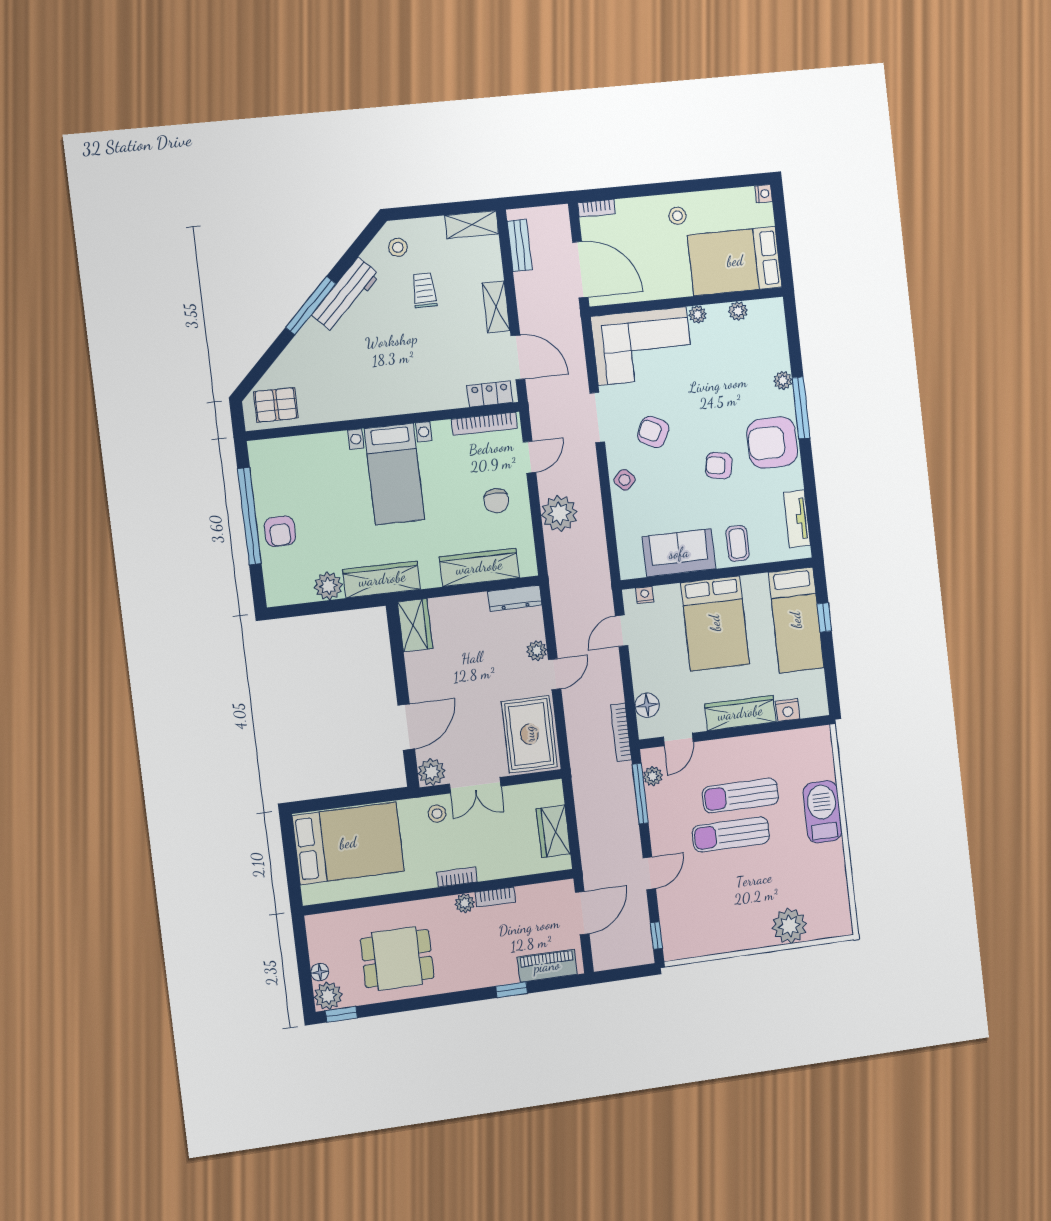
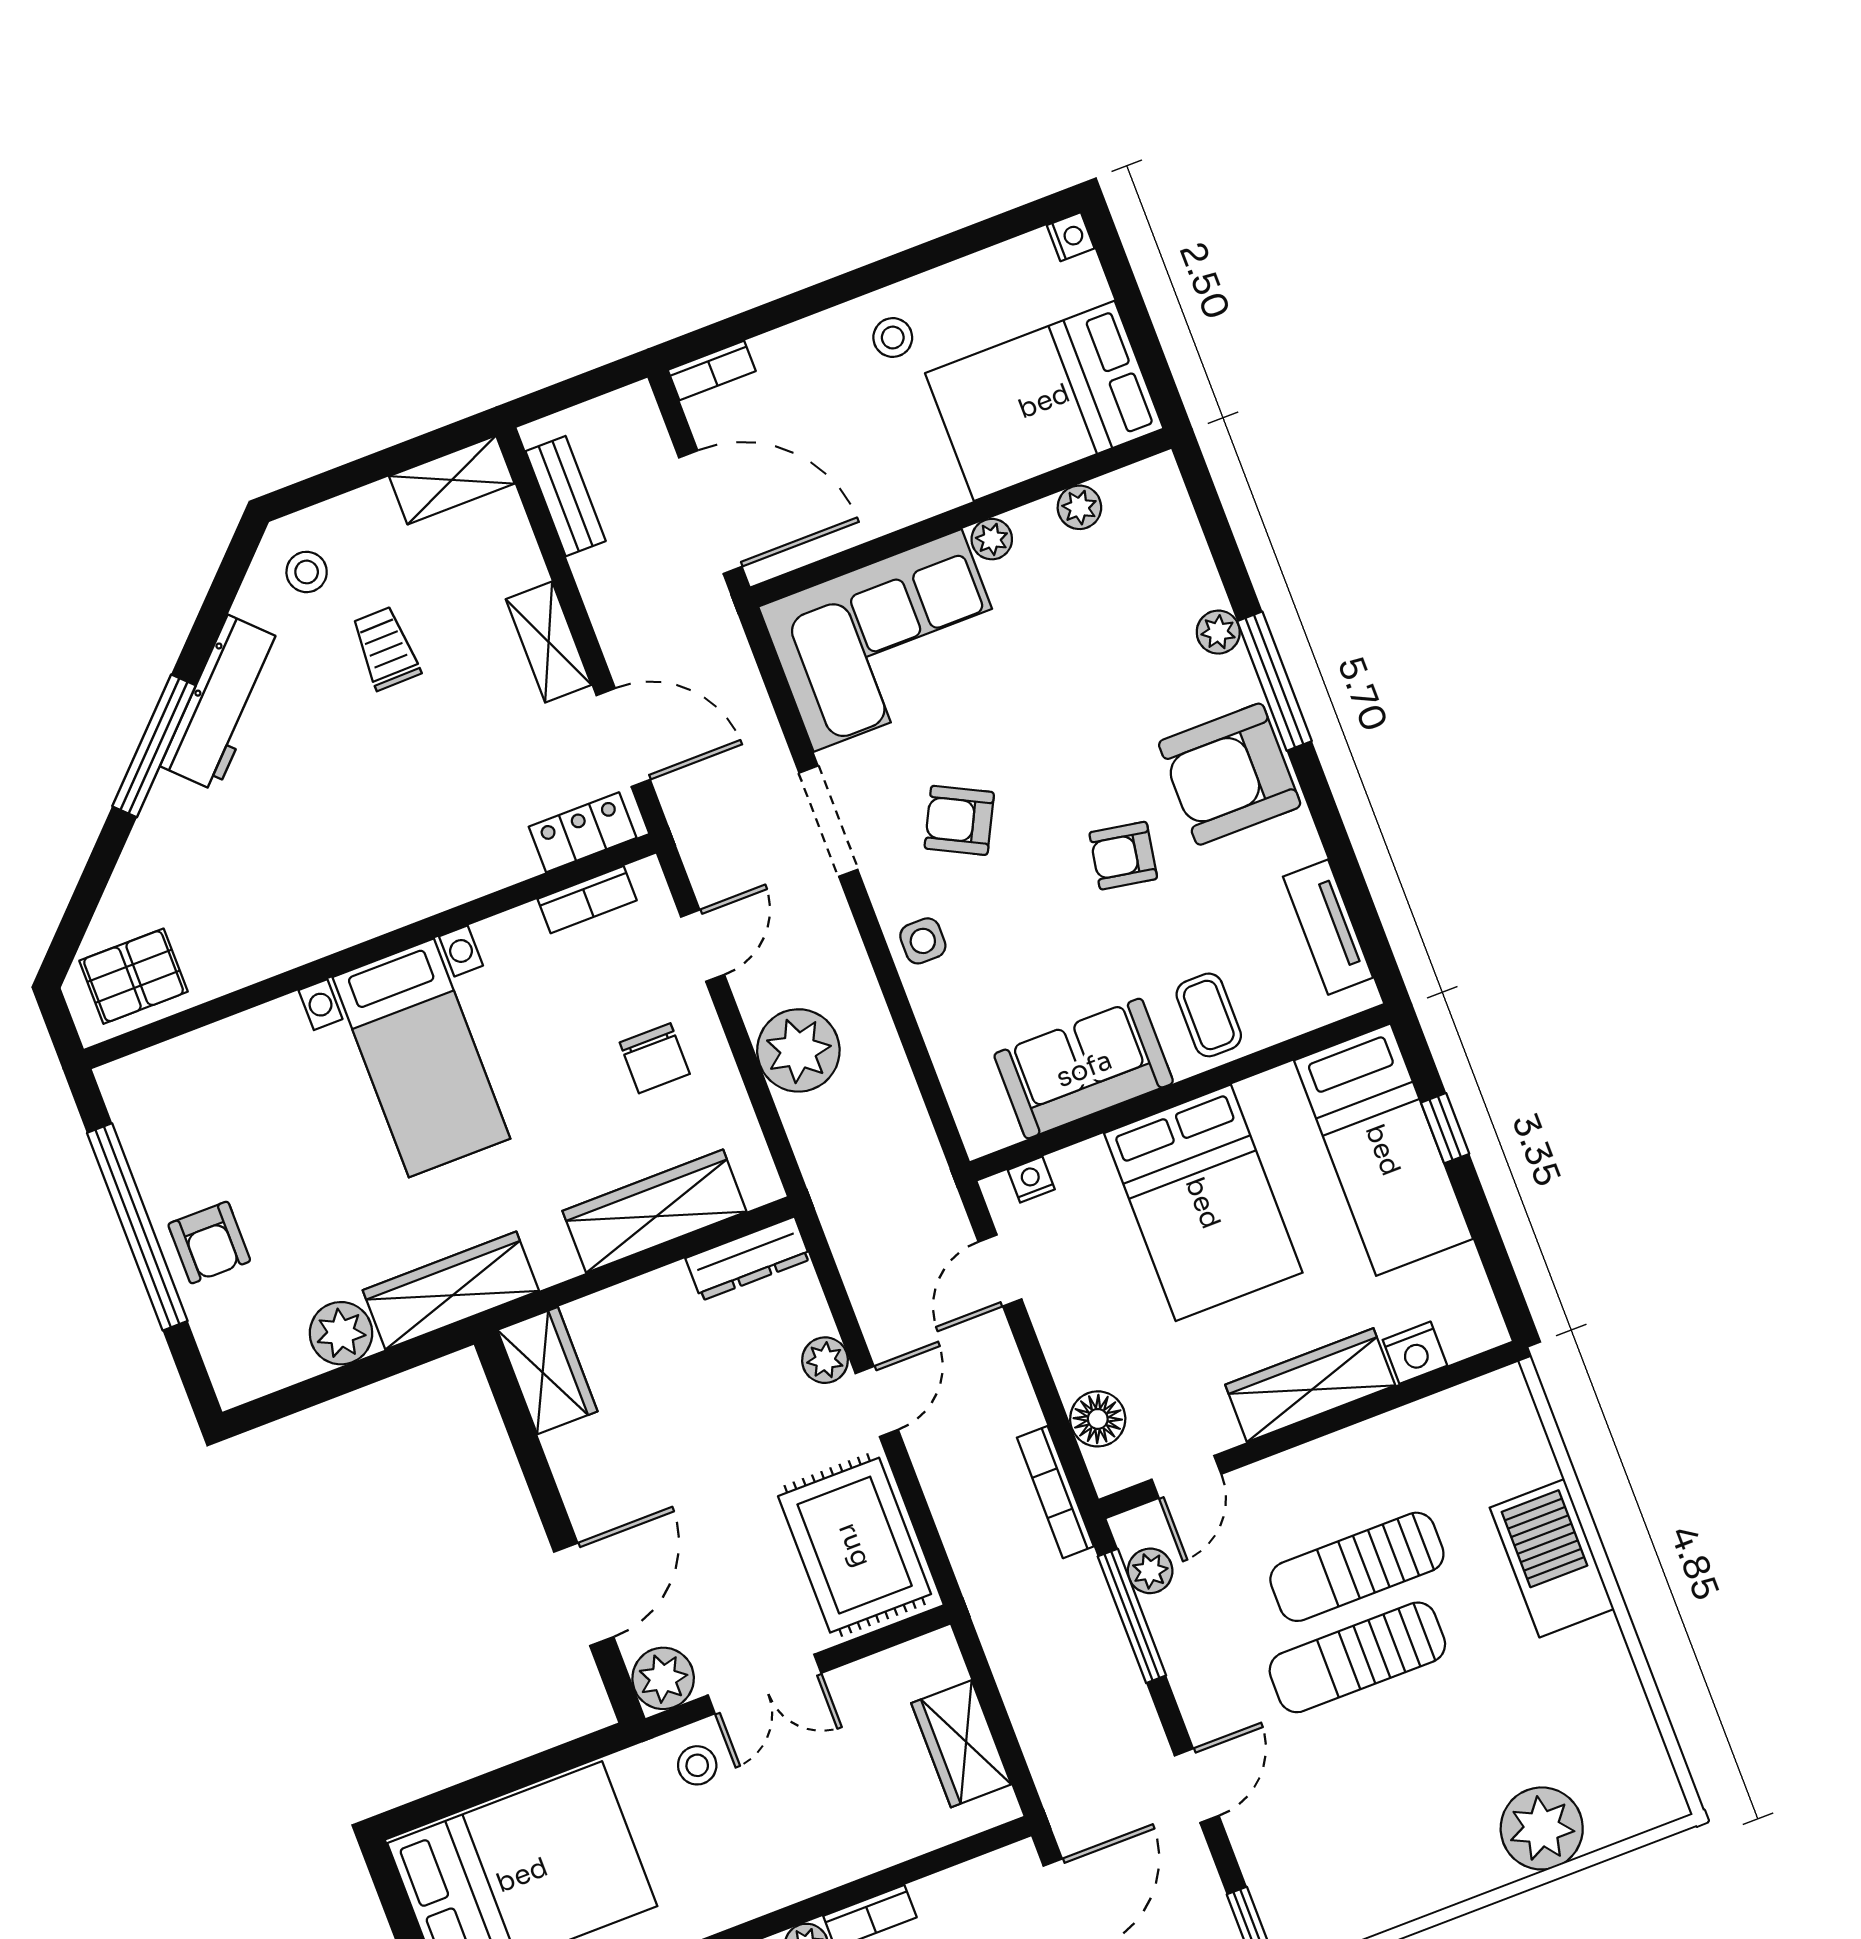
bookcase: (484, 424) -> (587, 900), width x0.64
side table: (625, 480) -> (923, 941), turned 45
bookcase: (457, 877) -> (775, 1892), removed

